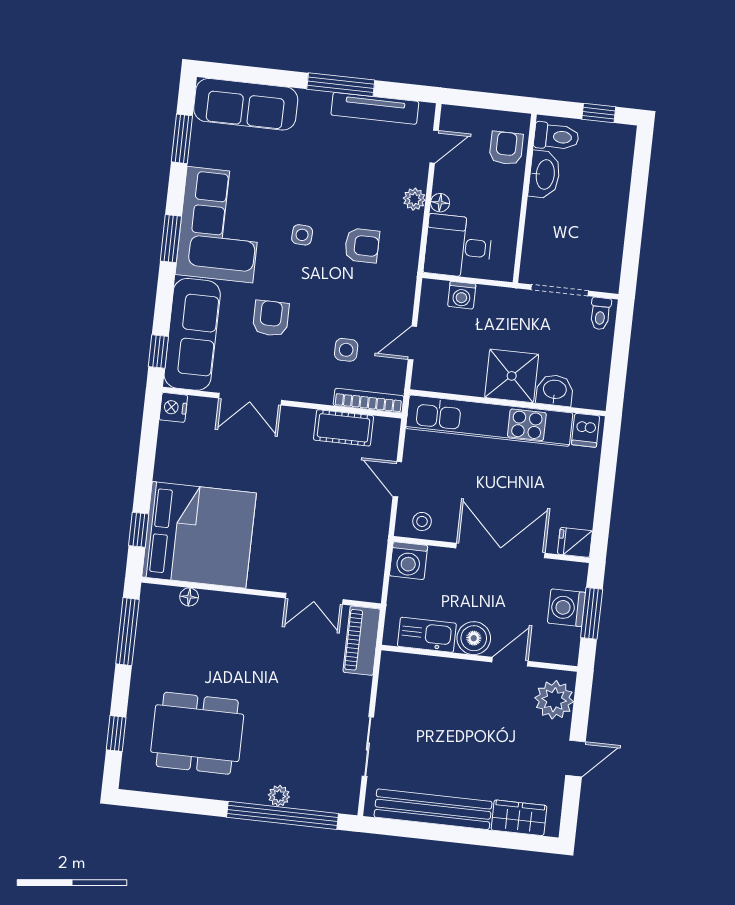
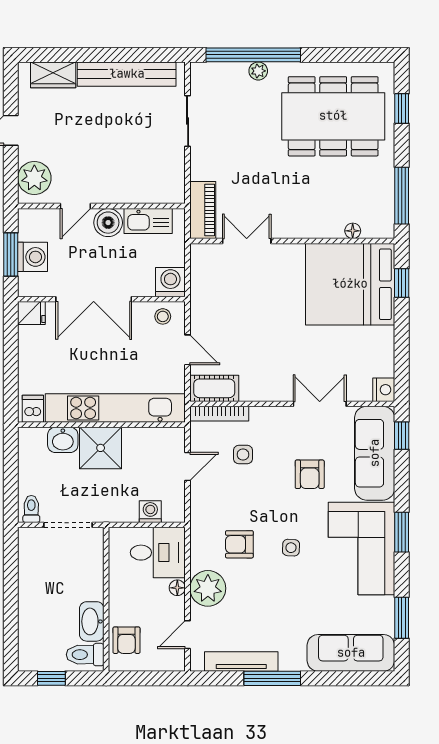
plant: (414, 199) -> (208, 588), width x1.88, depth x1.88
cot: (343, 428) -> (214, 388), moved
dining table: (197, 733) -> (333, 116), width x1.36, depth x1.24

